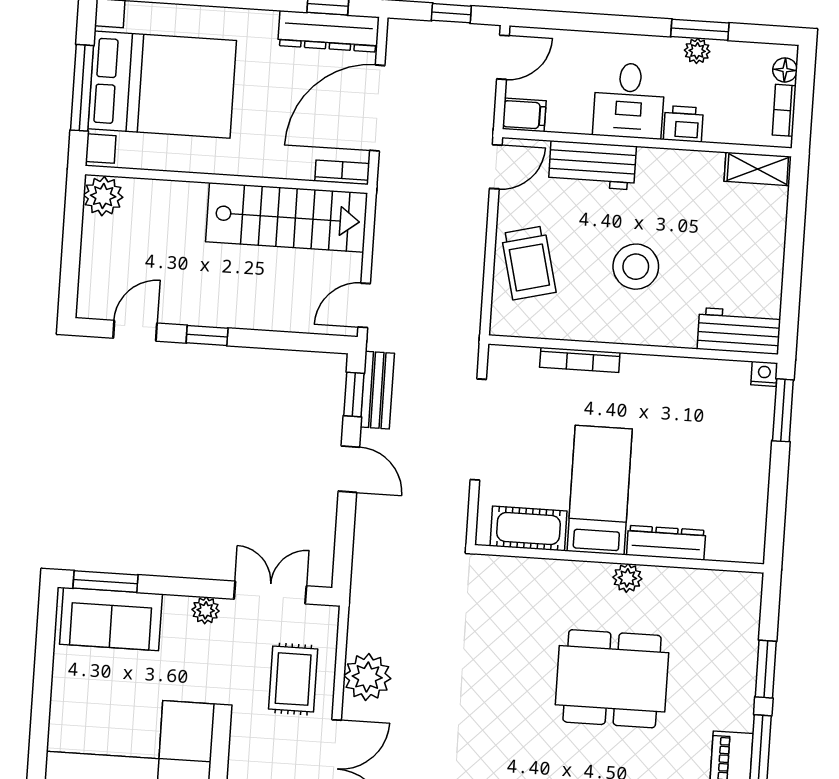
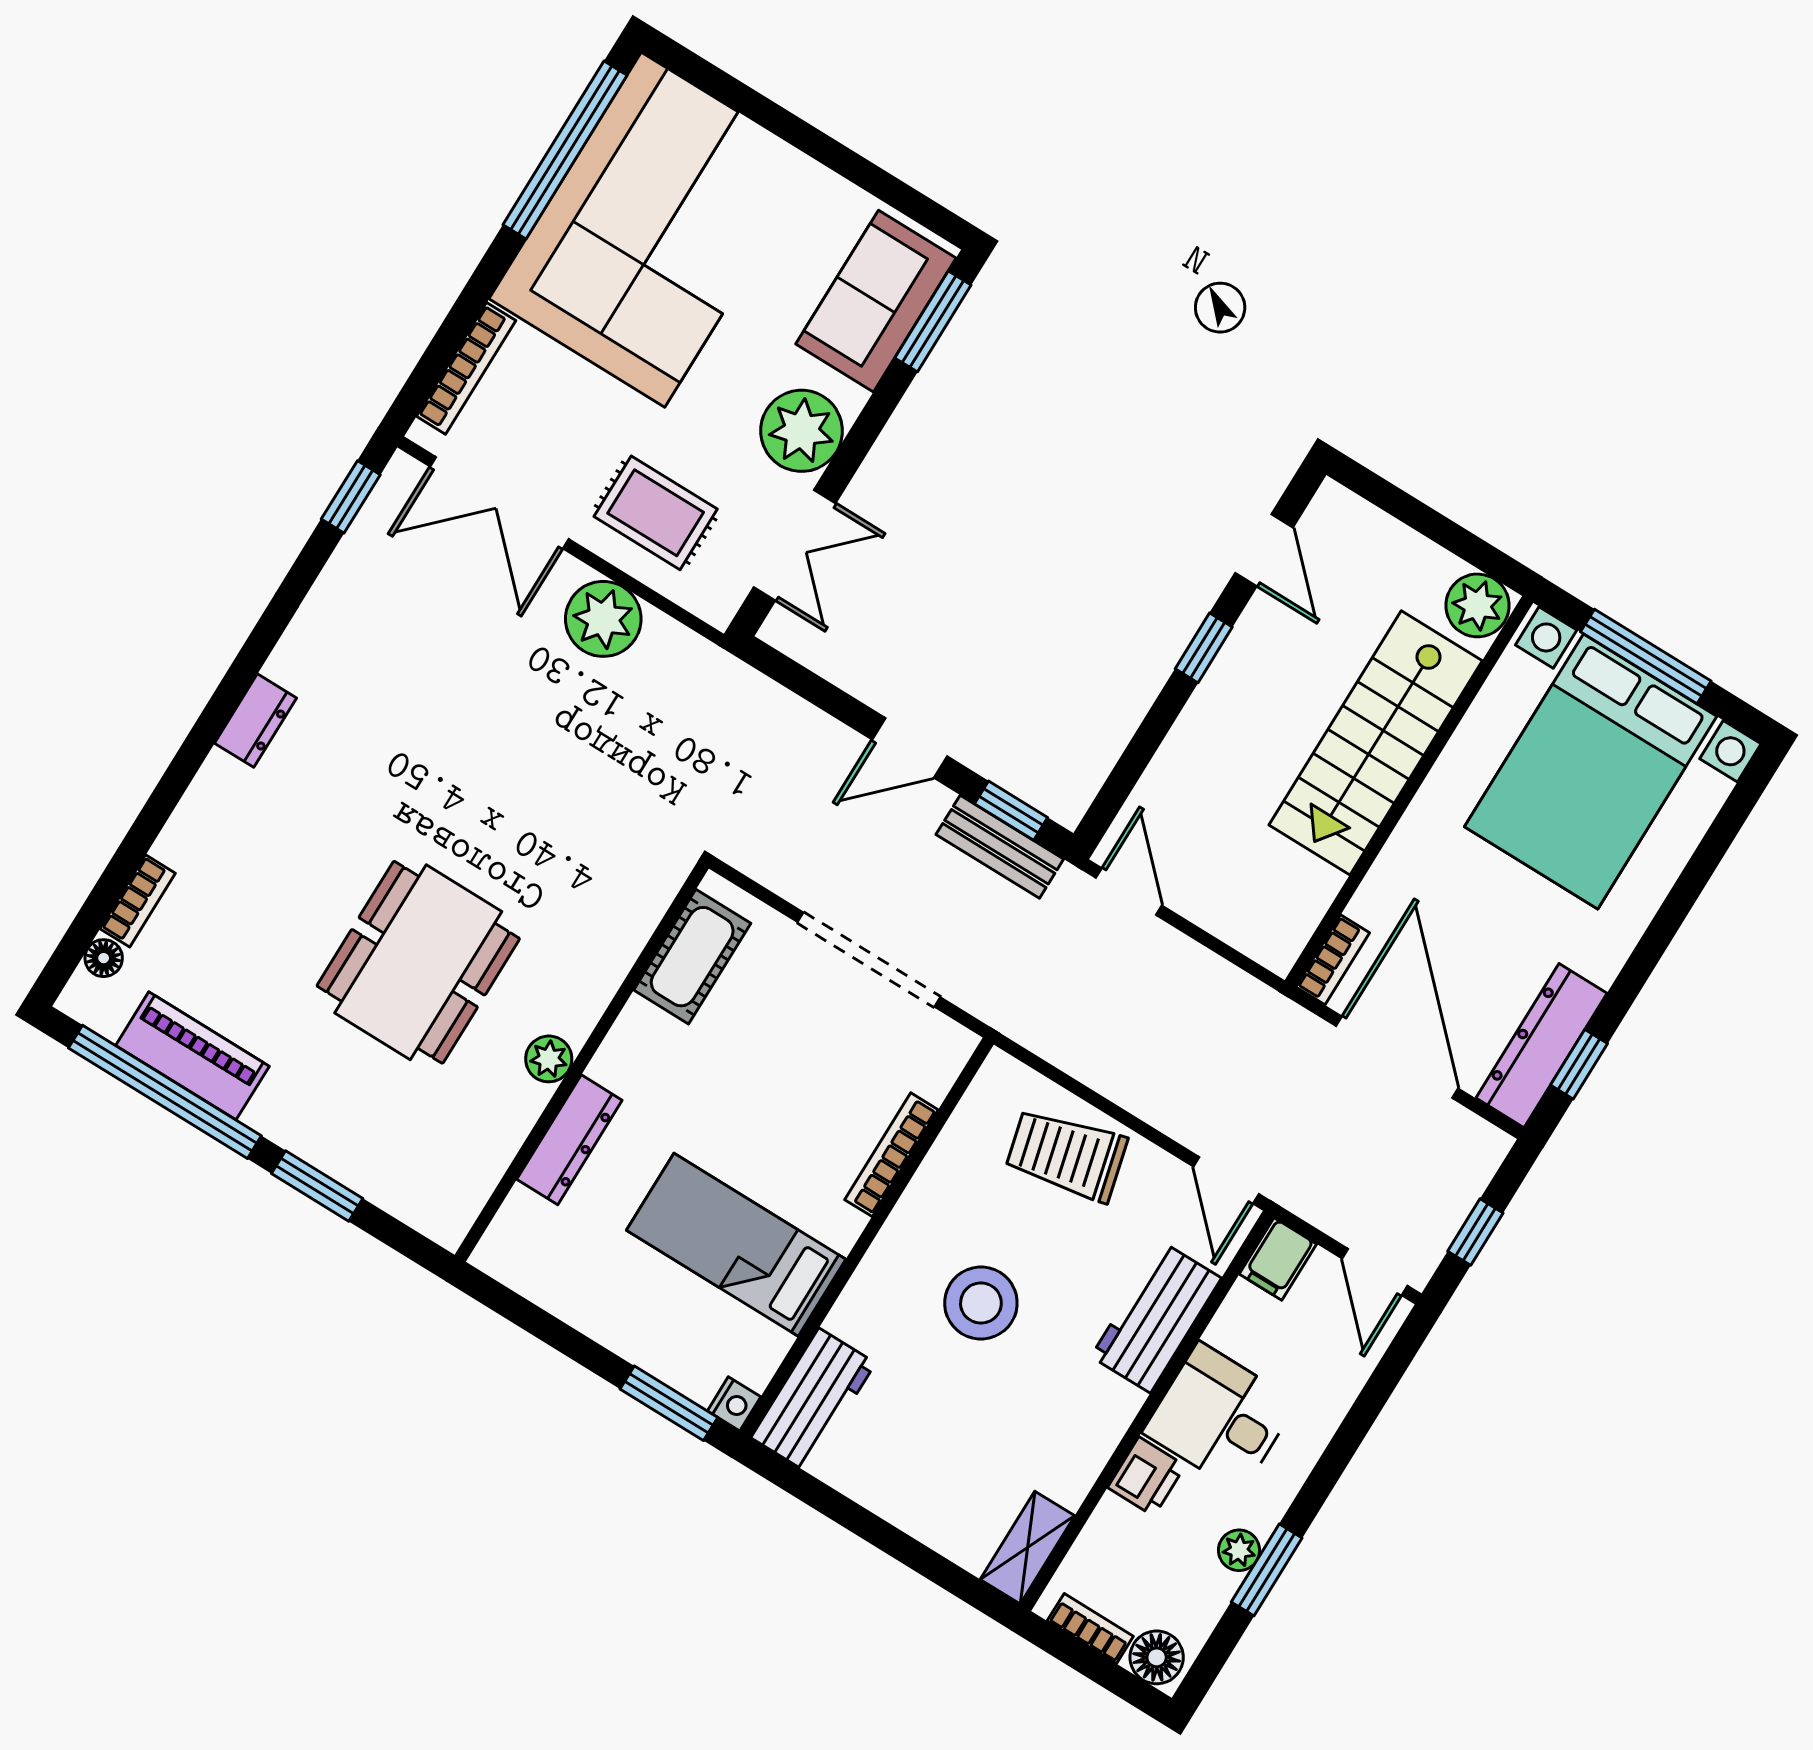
floor lamp: (785, 70) -> (1157, 1657), width x1.37, depth x1.37
stairs: (287, 217) -> (1376, 743), moved
bed: (600, 490) -> (736, 1245), moved, turned 180
plant: (206, 610) -> (801, 431), width x1.88, depth x1.88

